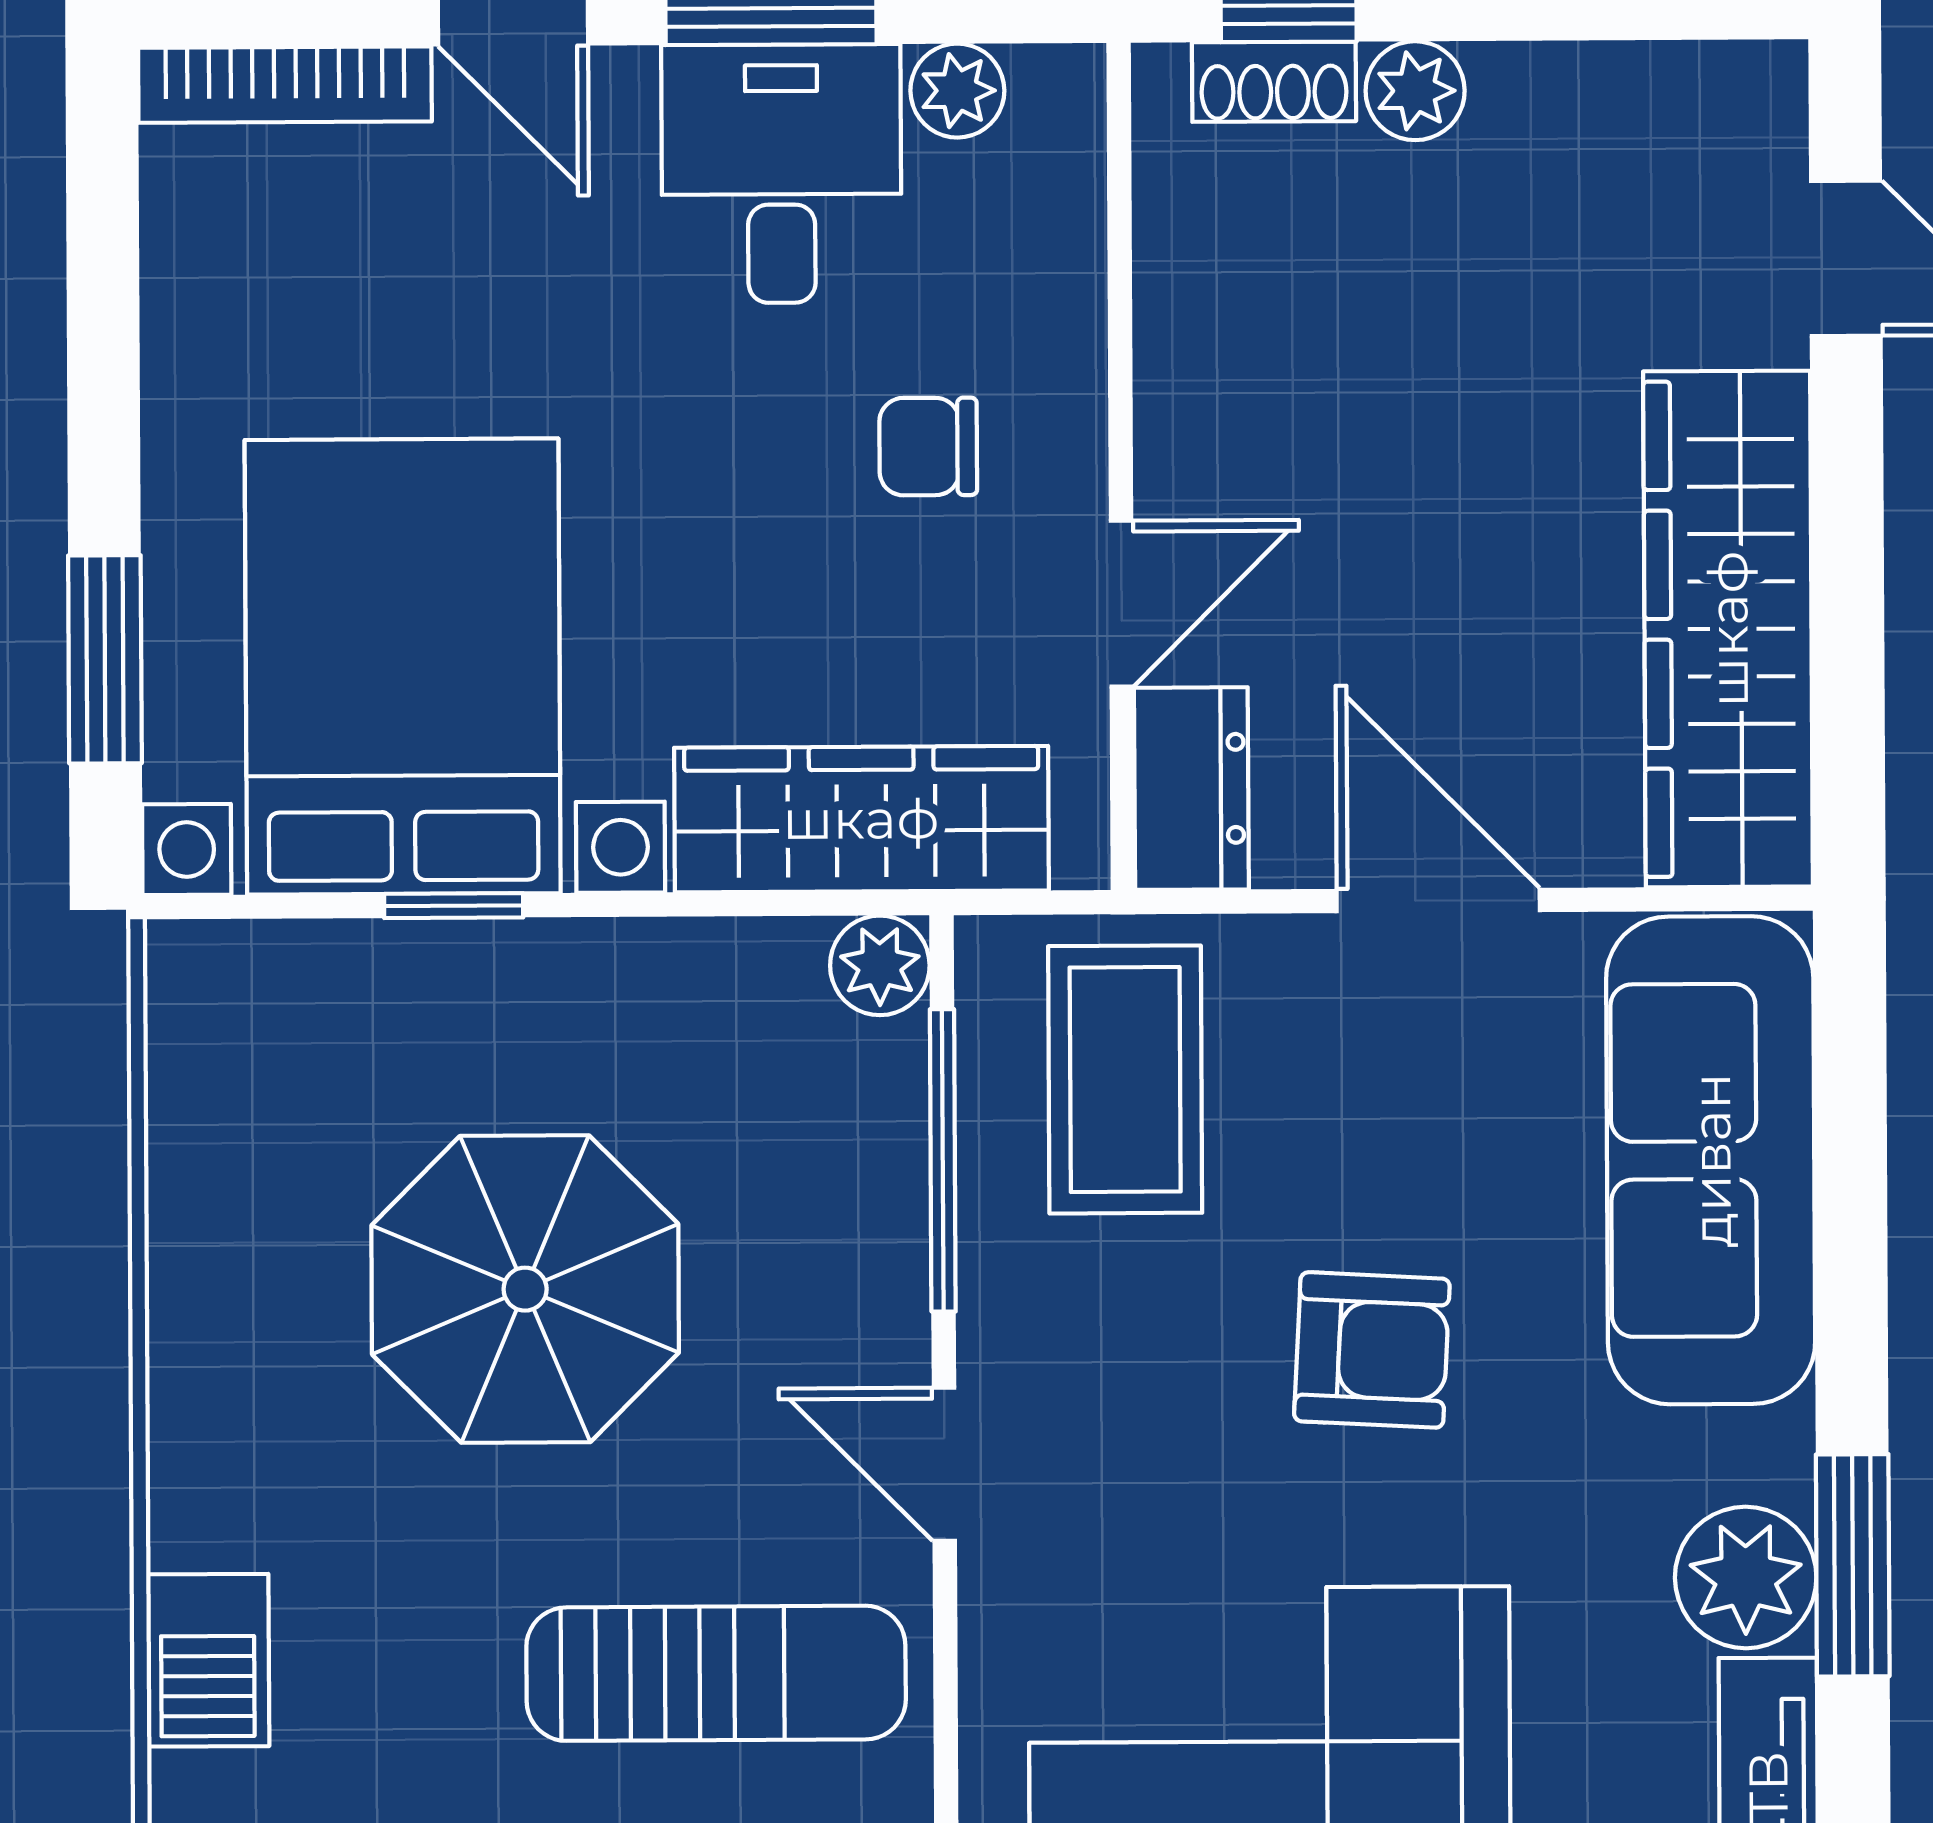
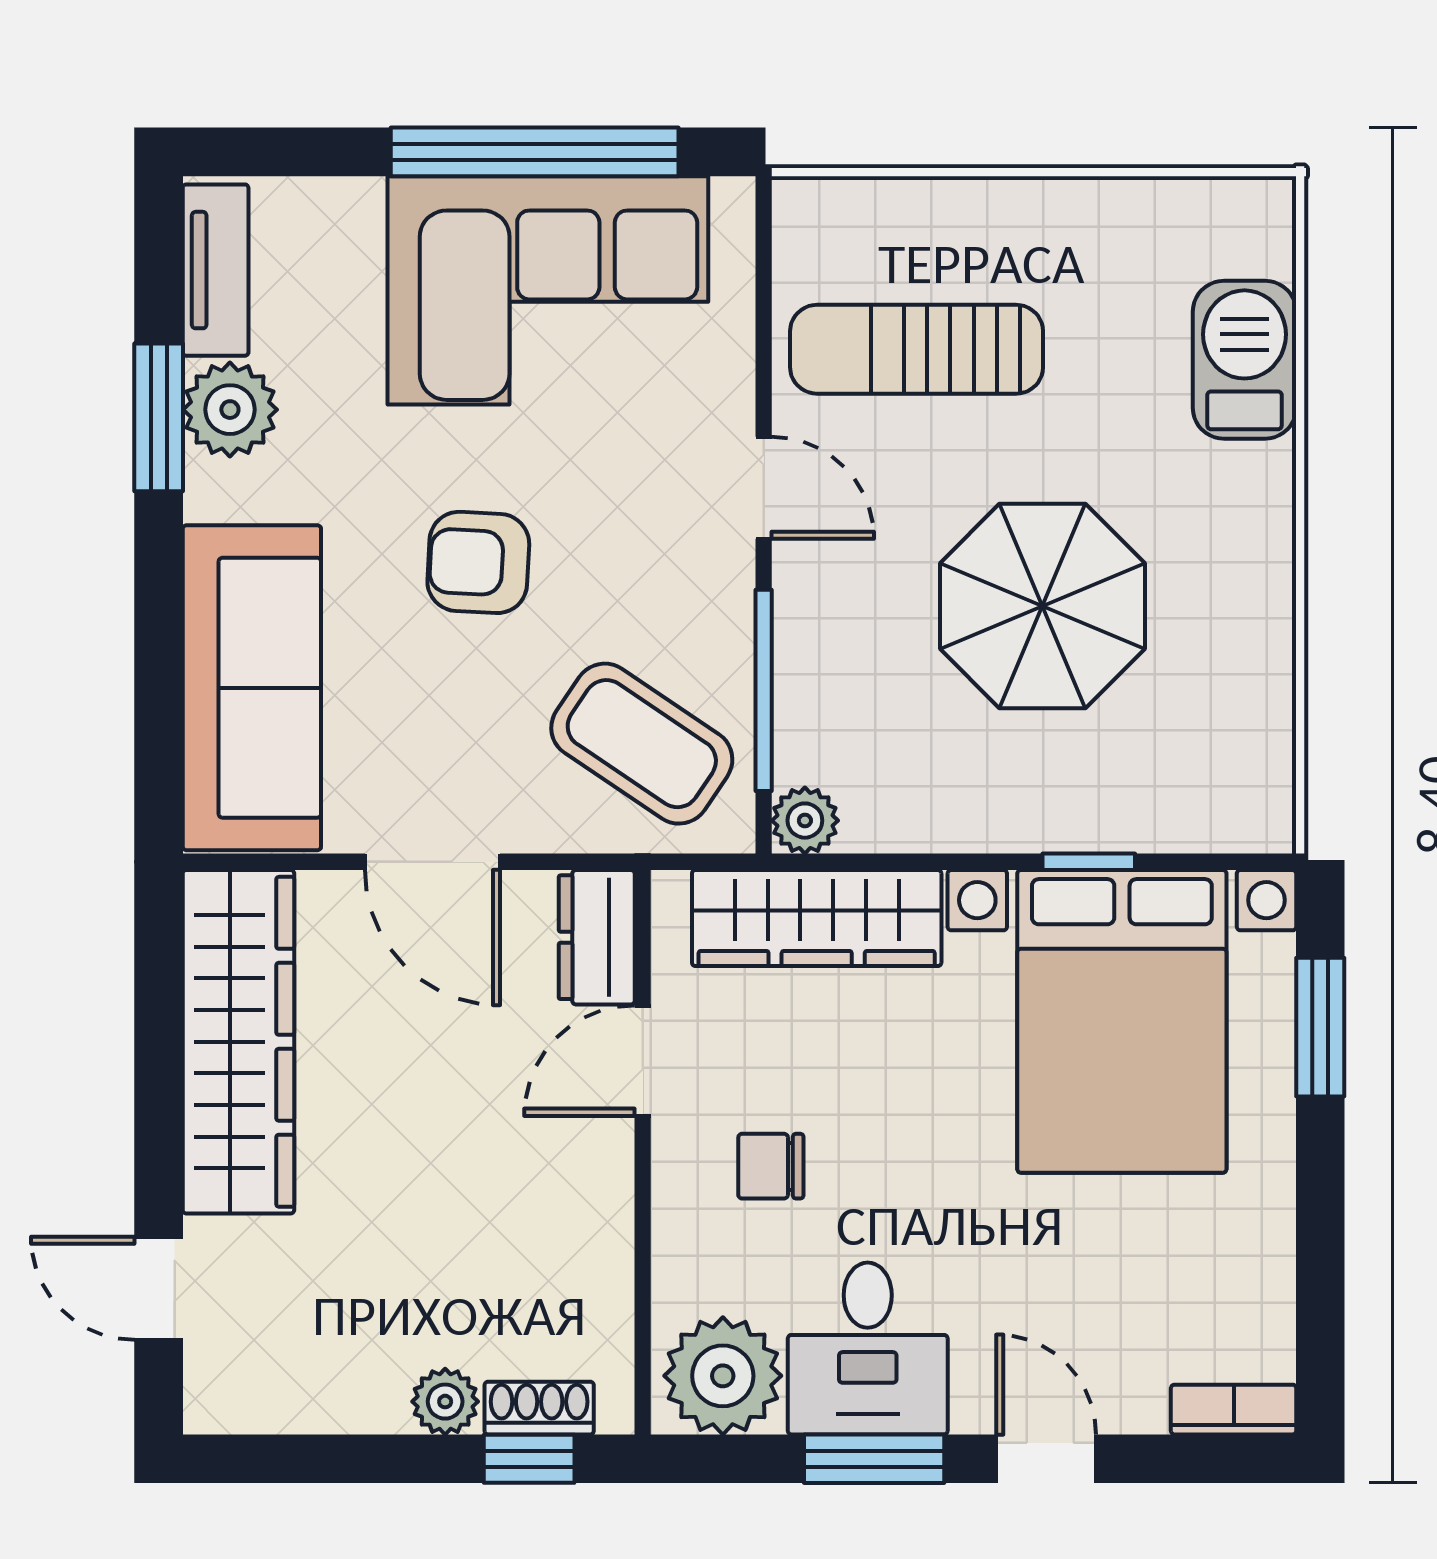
bookcase: (285, 85) -> (1234, 1410), width x0.64
plant: (957, 91) -> (723, 1376), width x1.88, depth x1.88
chair: (928, 447) -> (771, 1166), turned 180
coffee table: (1125, 1079) -> (642, 744), turned -56
barbecue: (208, 1660) -> (1244, 360), width x1.38, depth x1.27

